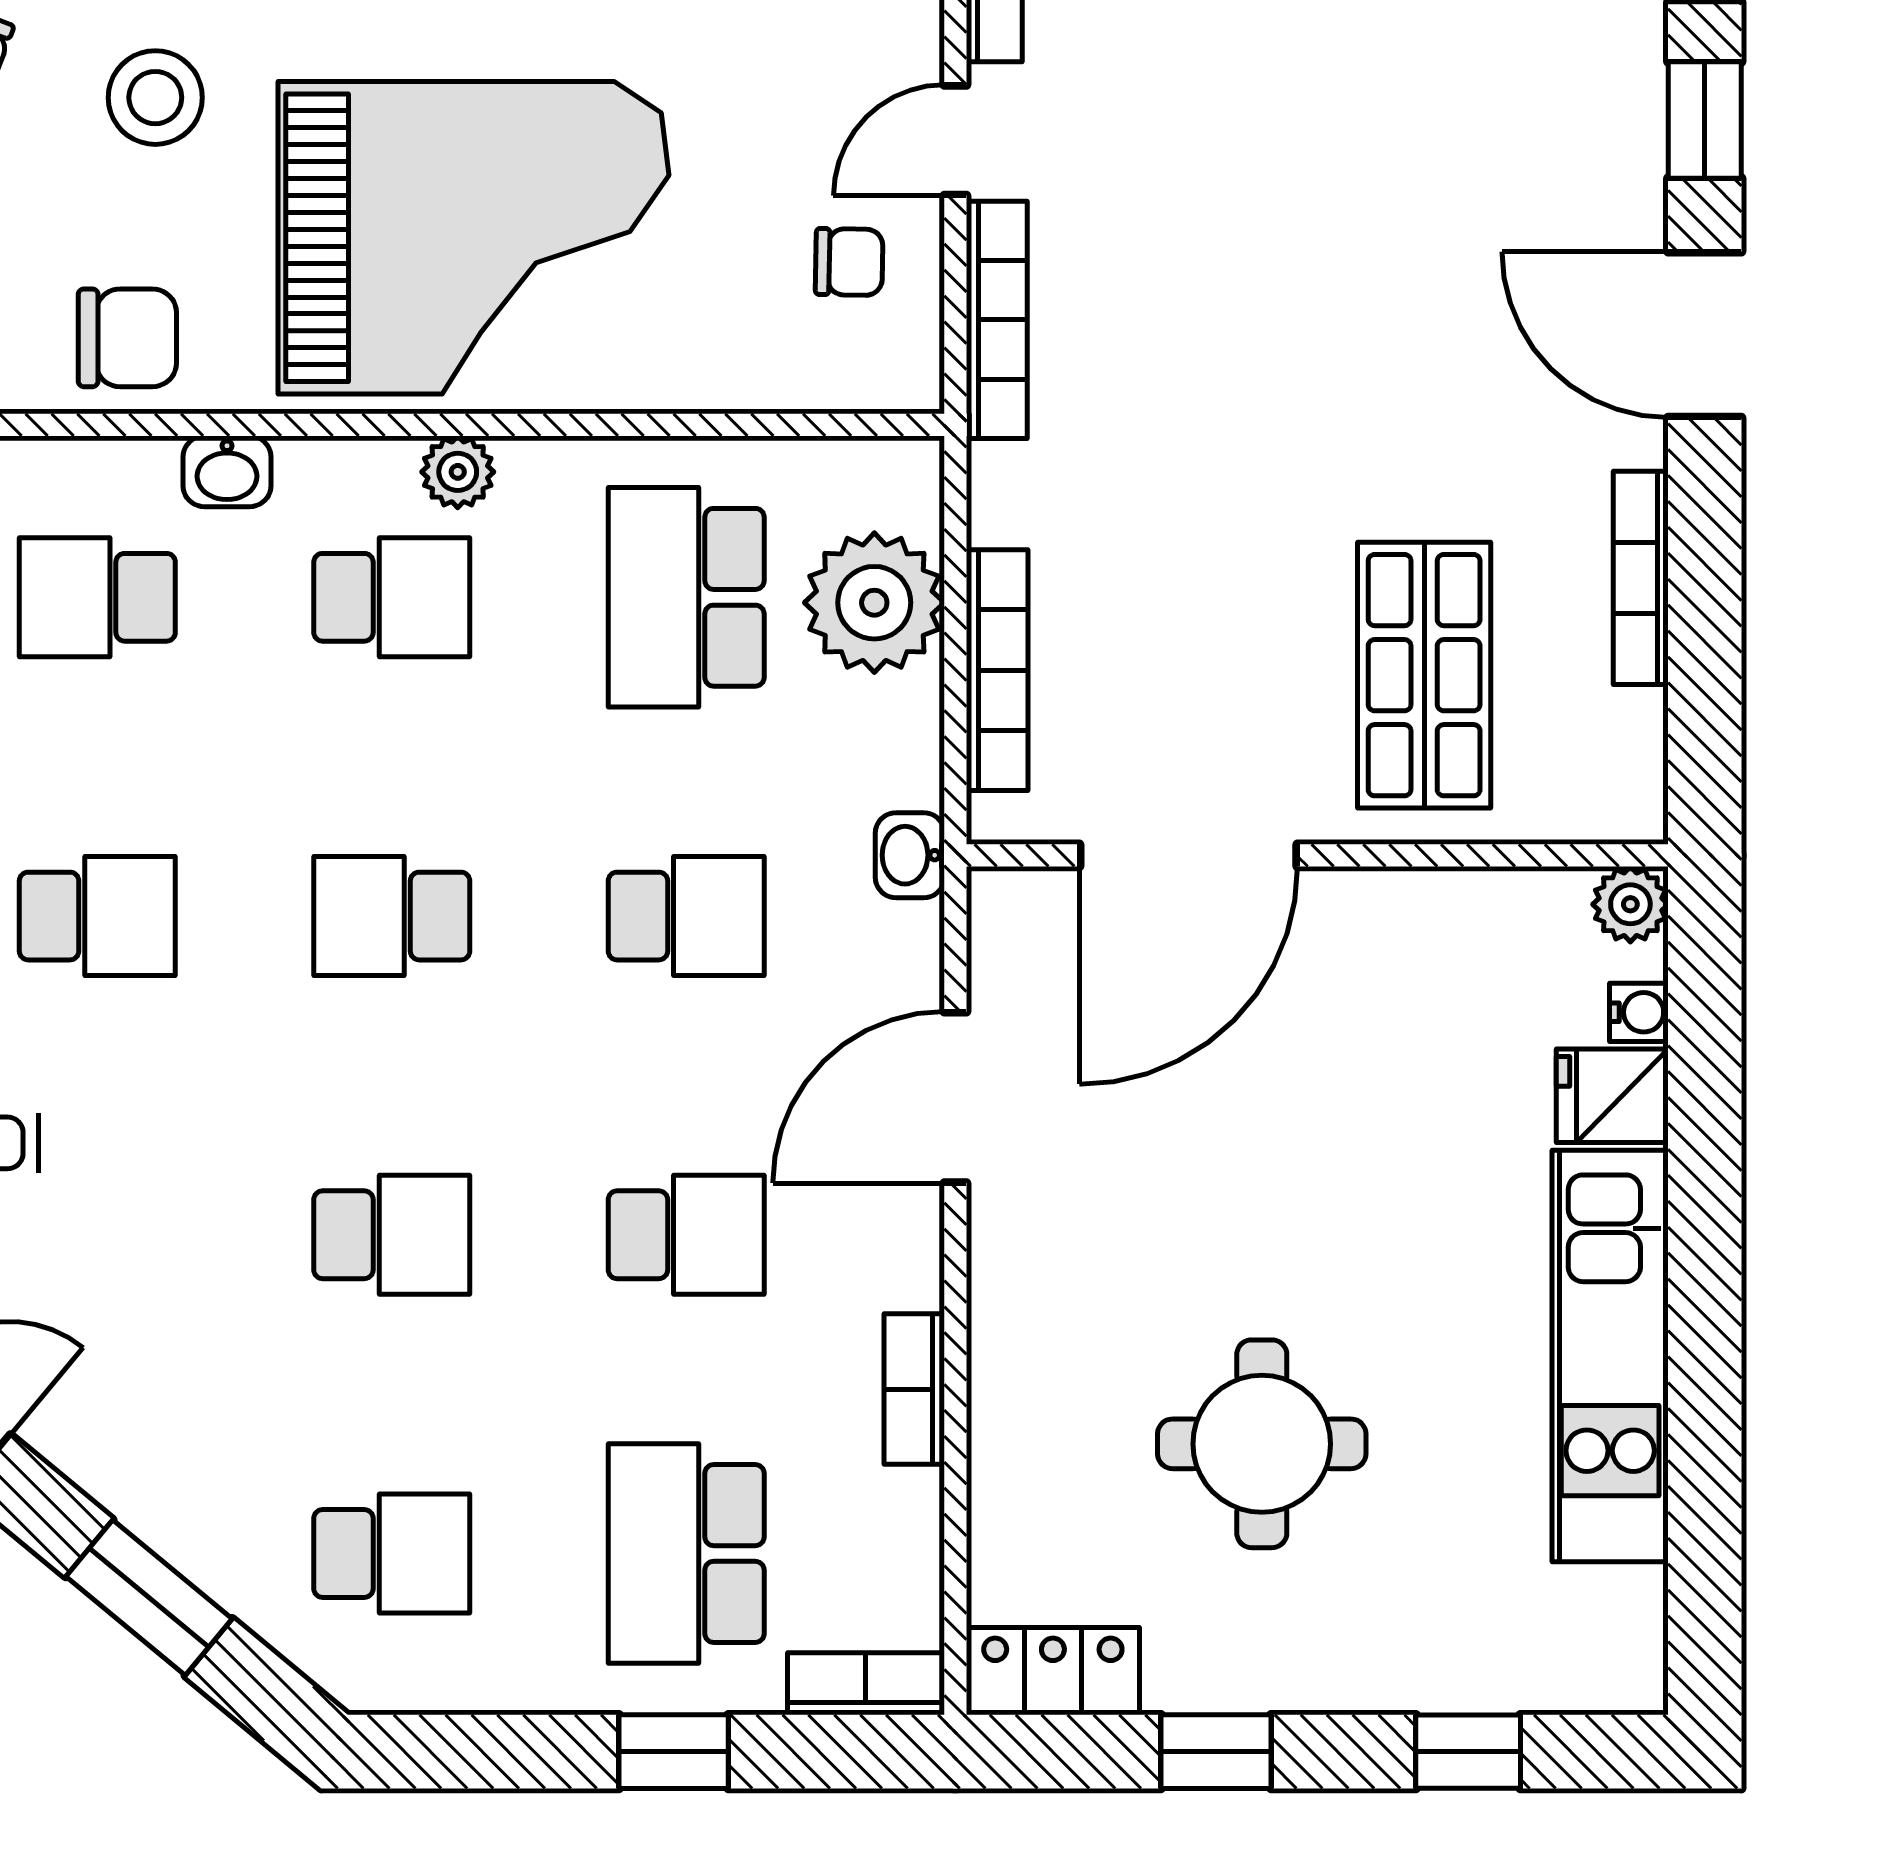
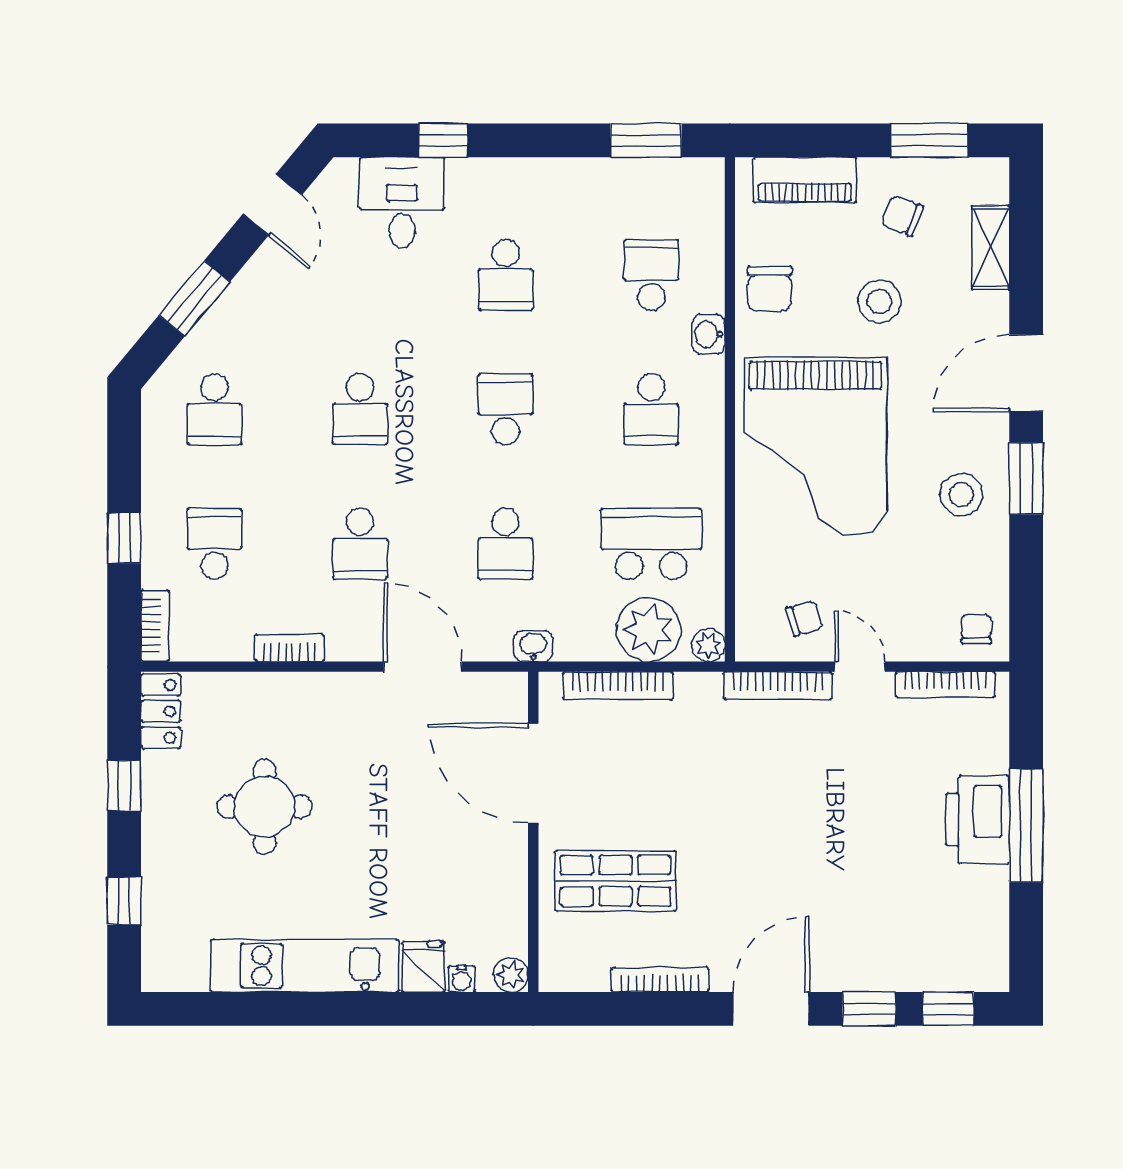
chair: (849, 262) -> (804, 618), turned -108
plant: (458, 472) -> (708, 645), moved
school desk: (686, 1554) -> (215, 544), width x0.54

